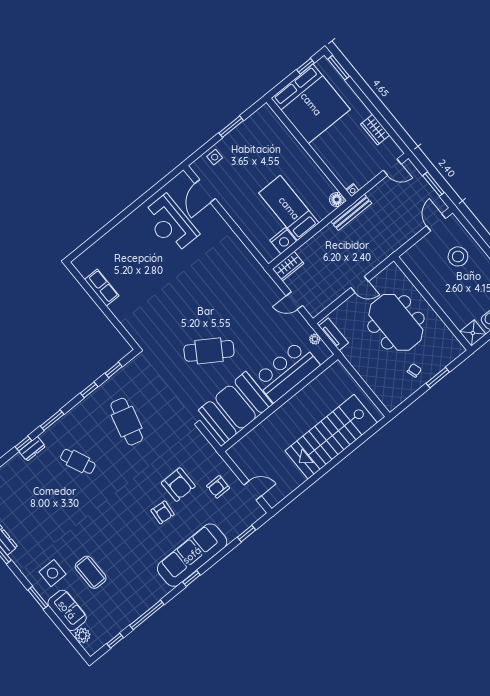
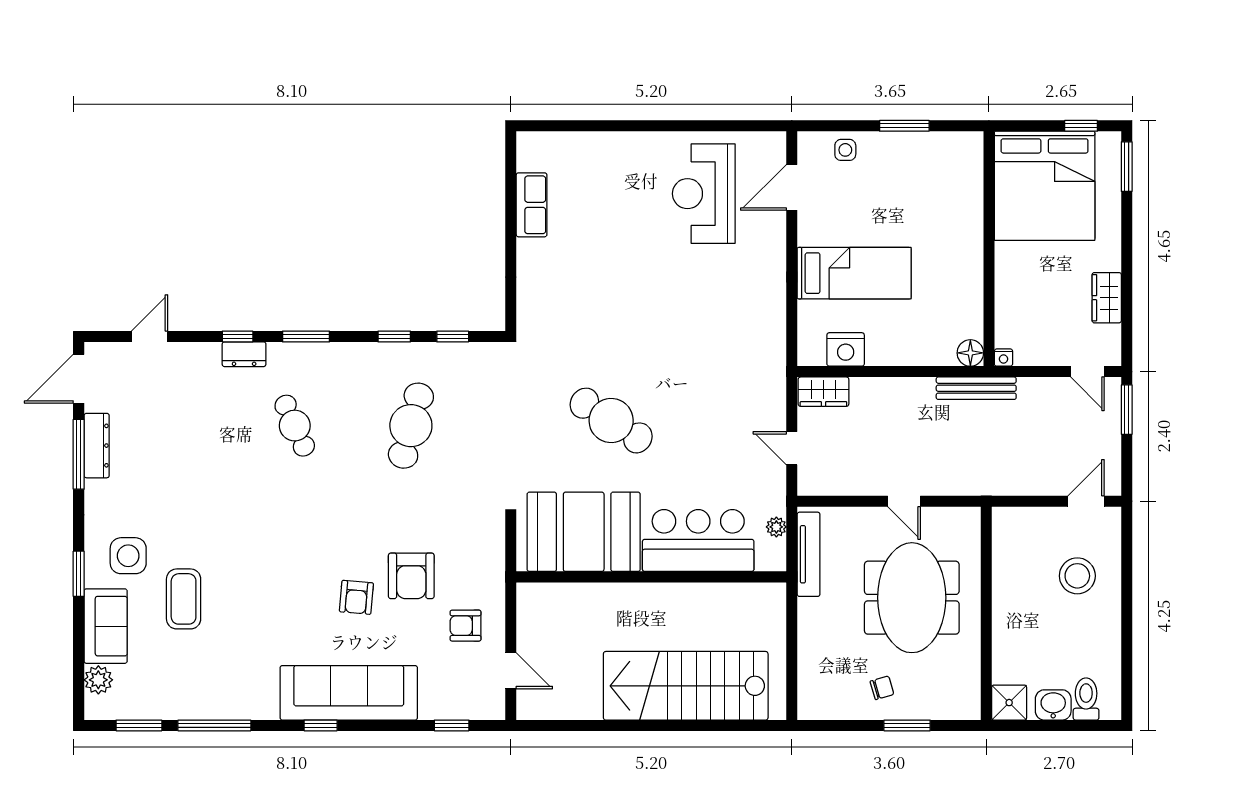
window: (433, 184) -> (1127, 410), moved
bed: (289, 208) -> (854, 273), moved, turned 90
tv unit: (334, 334) -> (809, 554), width x1.41
window: (115, 641) -> (139, 725), width x1.50

